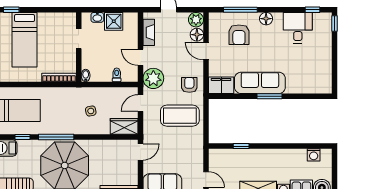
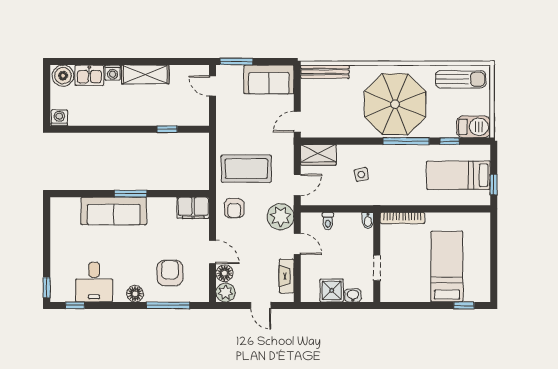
sofa: (260, 83) -> (114, 211), moved
washing machine: (314, 155) -> (59, 118), moved

